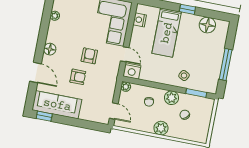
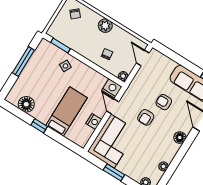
nightstand: (140, 20) -> (94, 122), moved
plant: (172, 98) -> (85, 50), removed
chair: (185, 115) -> (75, 14), moved

